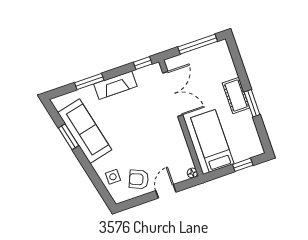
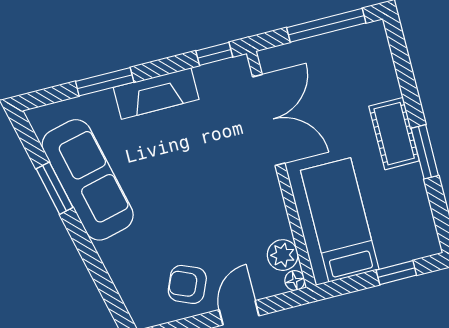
plant: (185, 161) -> (283, 255), added
side table: (113, 177) -> (136, 275), removed

